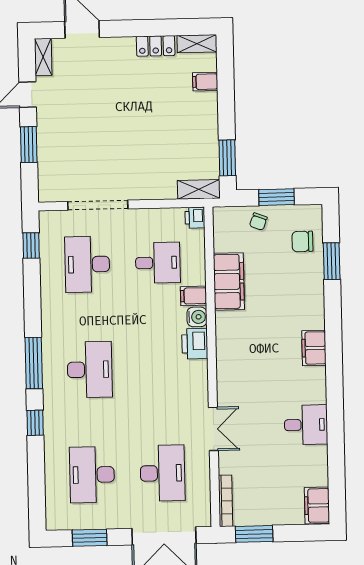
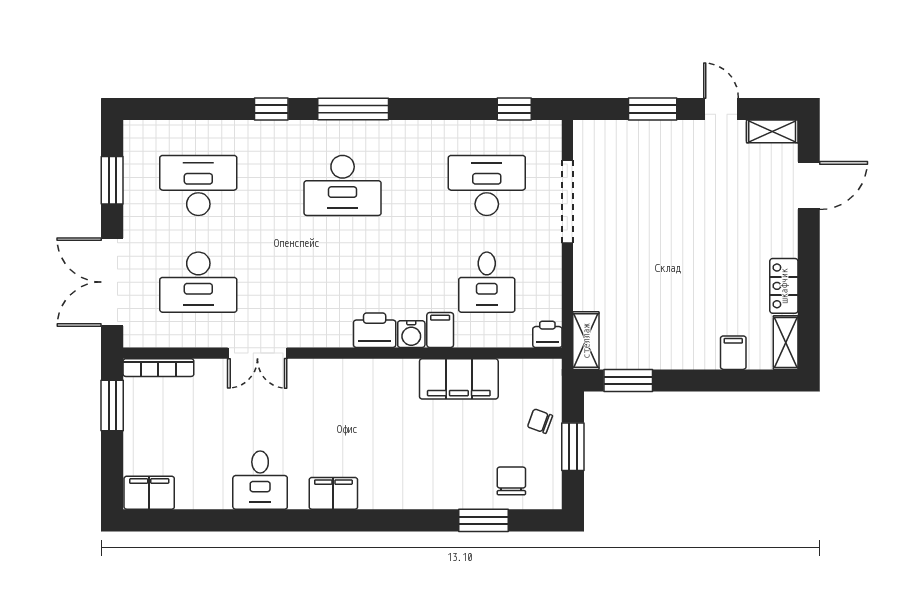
filing cabinet: (314, 348) -> (333, 493), moved

